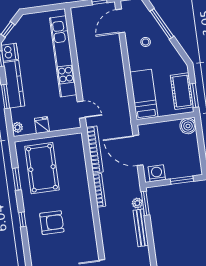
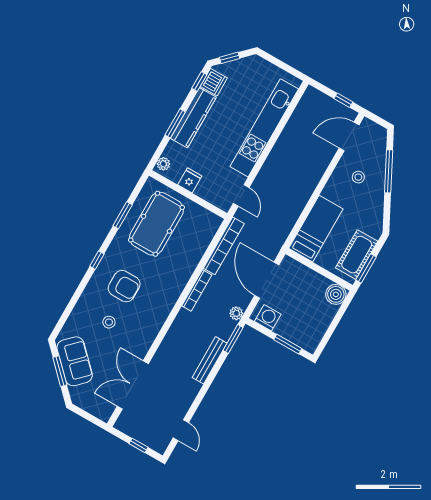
plant: (137, 203) -> (236, 313), moved
stool: (60, 252) -> (109, 322), added

